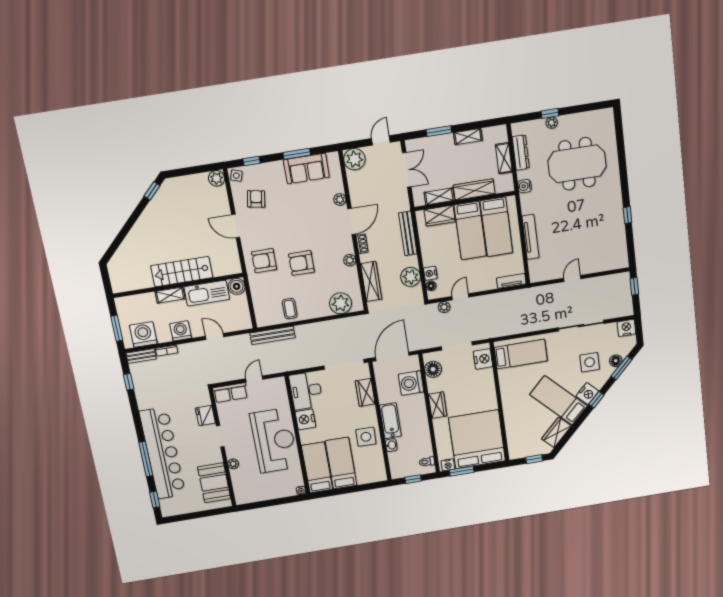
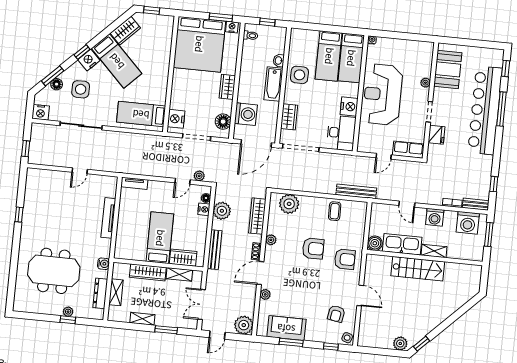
plant: (216, 178) -> (400, 343), moved
bed: (496, 227) -> (136, 235), removed

